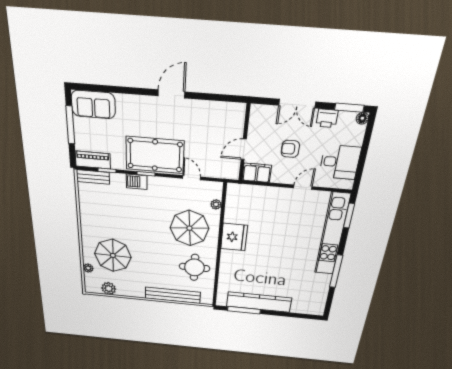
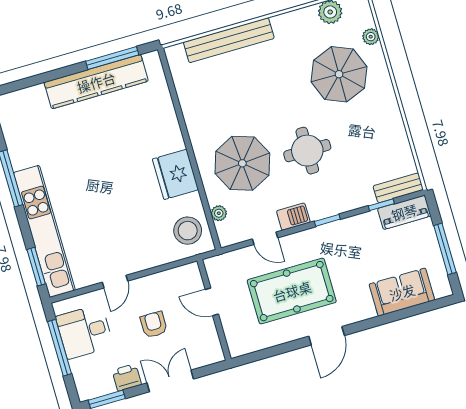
sofa: (93, 104) -> (402, 292), moved
floor lamp: (362, 118) -> (85, 393), removed
door: (244, 149) -> (212, 302), swing flipped
armchair: (290, 149) -> (154, 325), turned -90
pool table: (155, 155) -> (292, 291), moved
window: (363, 158) -> (60, 348), added
filing cabinet: (257, 173) -> (183, 278), removed
barbecue: (137, 182) -> (293, 217), moved
stool: (241, 201) -> (188, 231), added
round table: (194, 267) -> (307, 151), moved

